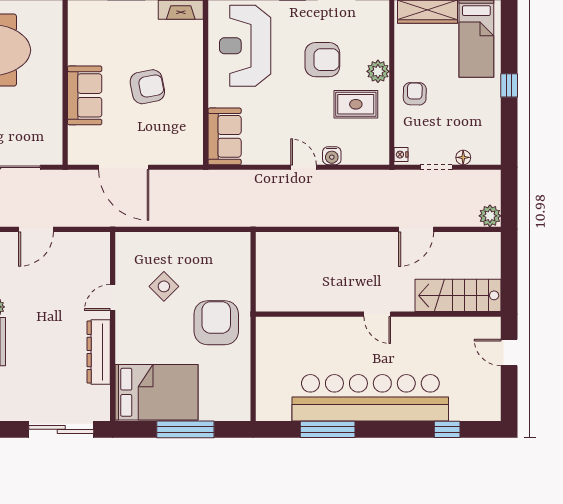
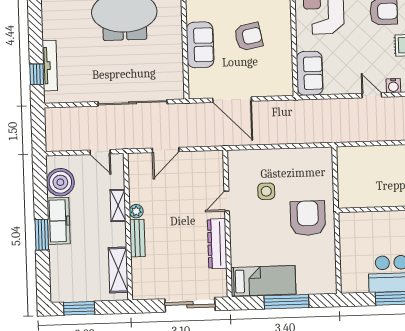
side table: (164, 286) -> (266, 191), turned 45
bed: (156, 392) -> (263, 281), width x0.67

